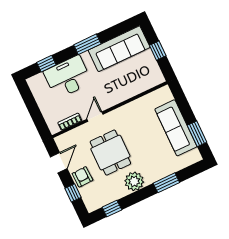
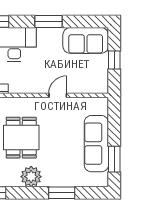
sofa: (119, 49) -> (86, 40), width x0.73
door: (95, 117) -> (58, 95), moved

